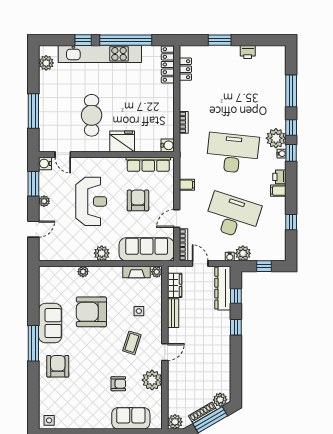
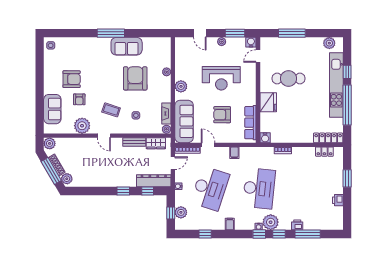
printer: (279, 177) -> (297, 225), moved
armchair: (138, 200) -> (222, 115), turned 180
plant: (243, 253) -> (181, 212), moved
armchair: (58, 366) -> (72, 79), moved

